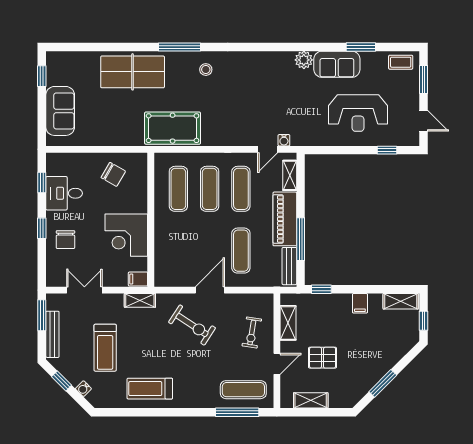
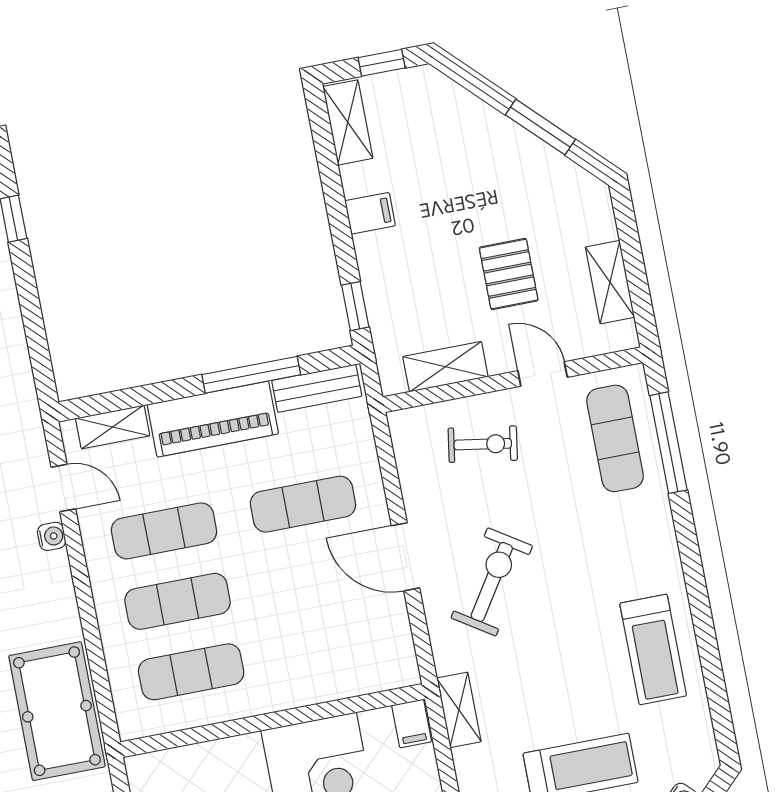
water cooler: (284, 140) -> (52, 536), moved

